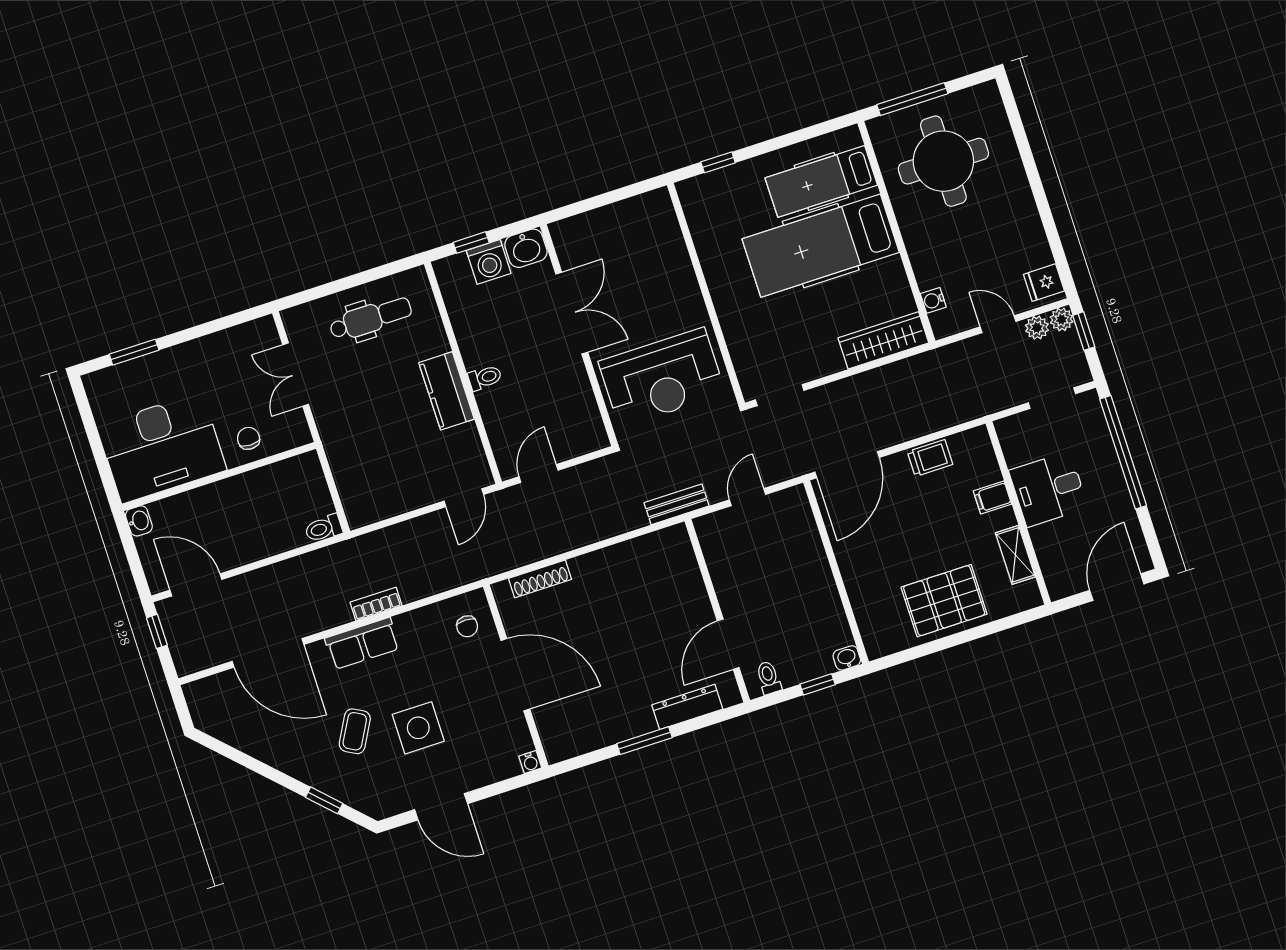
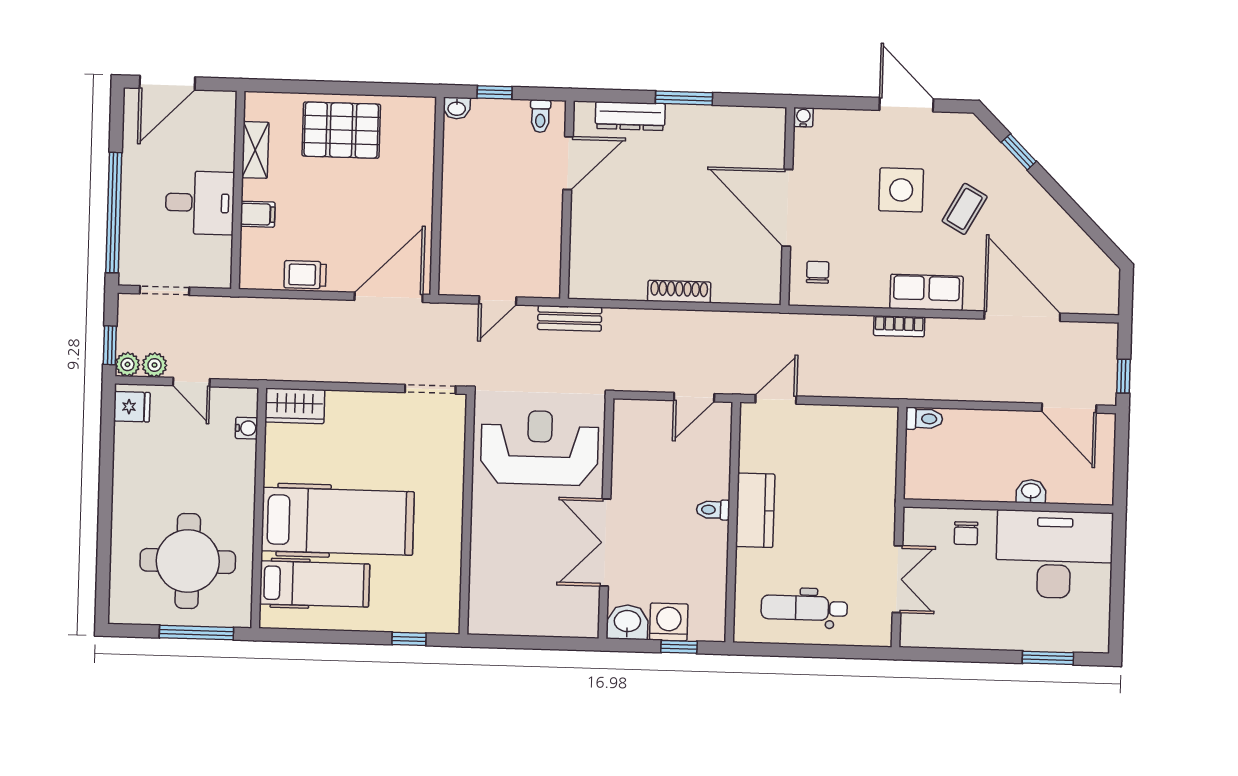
wardrobe: (883, 340) -> (295, 406), width x0.67
washbasin: (139, 521) -> (1031, 491), moved, turned 90
shoe rack: (540, 579) -> (679, 292), moved

